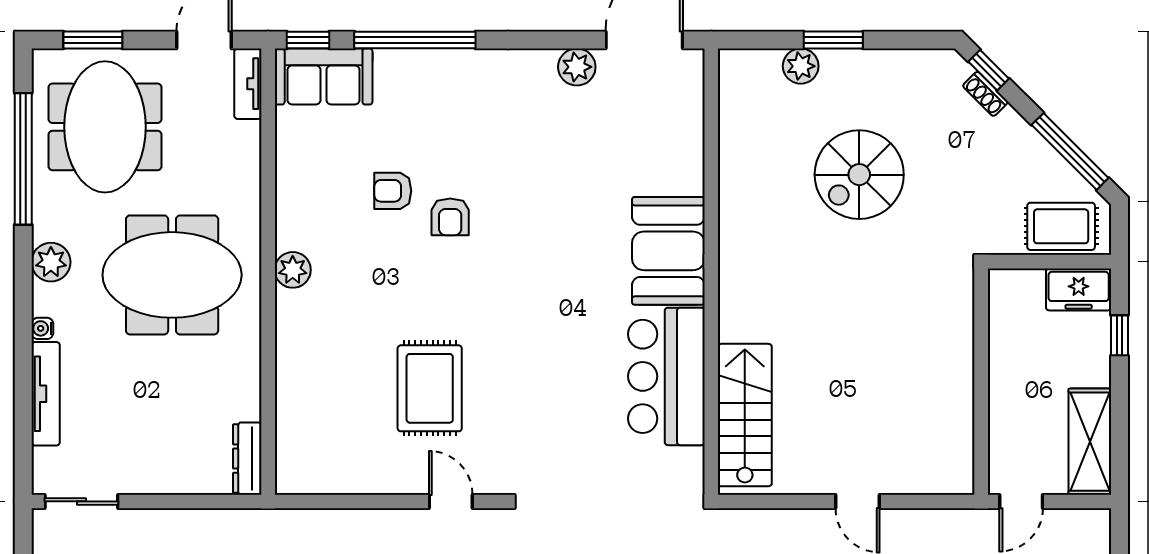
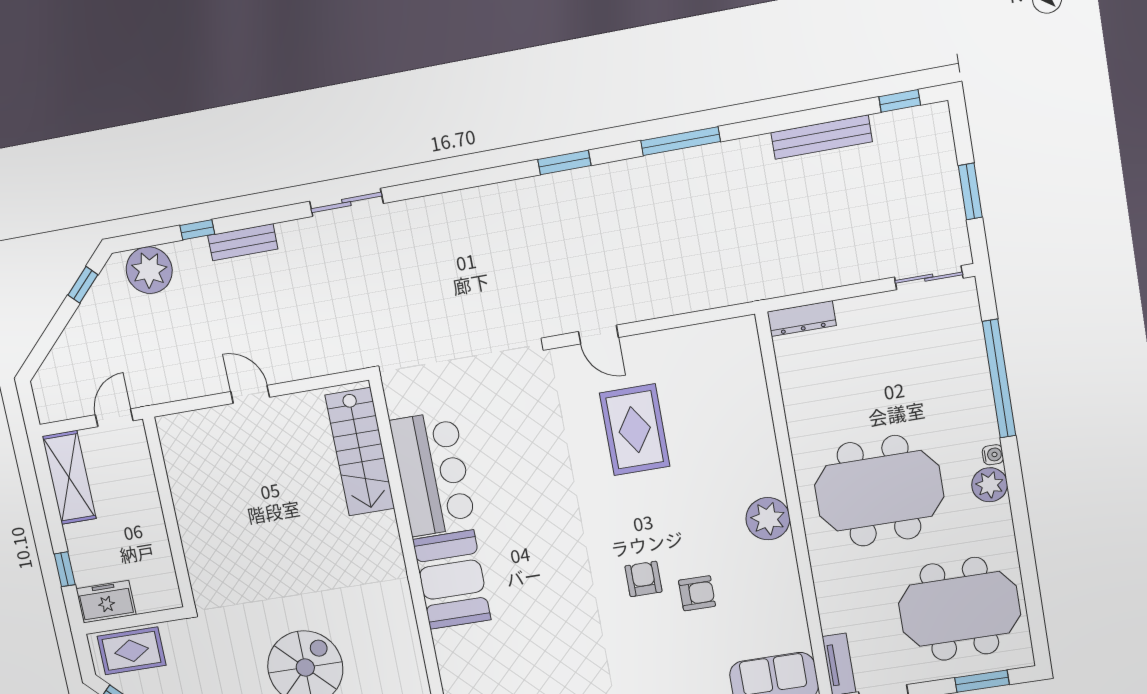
meeting table: (105, 127) -> (959, 609), turned 90
window: (23, 159) -> (999, 379), moved
plant: (293, 270) -> (768, 519), width x1.36, depth x1.36
water cooler: (42, 328) -> (993, 455), moved
tv unit: (46, 394) -> (976, 368), removed
dresser: (247, 459) -> (802, 319), moved, turned 90

